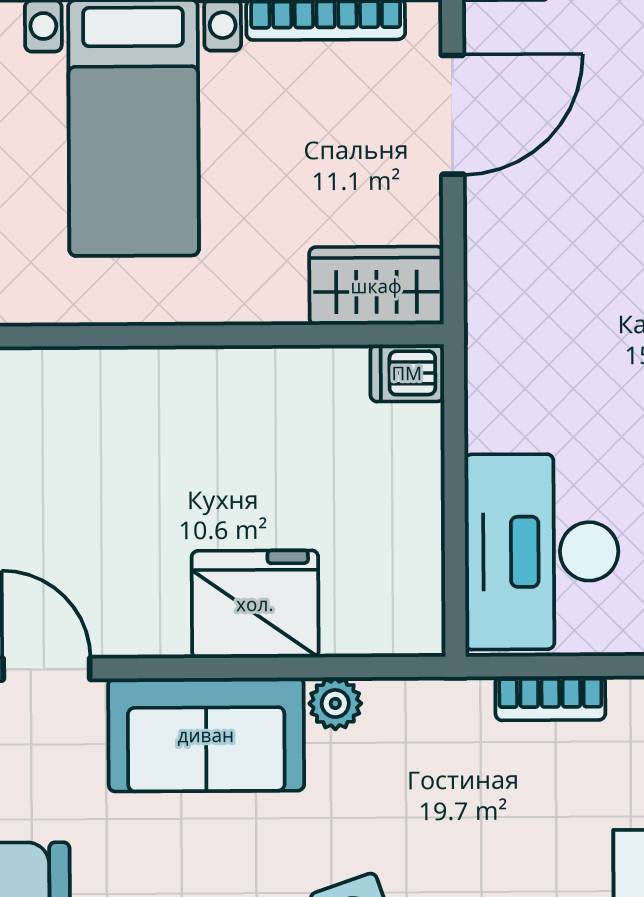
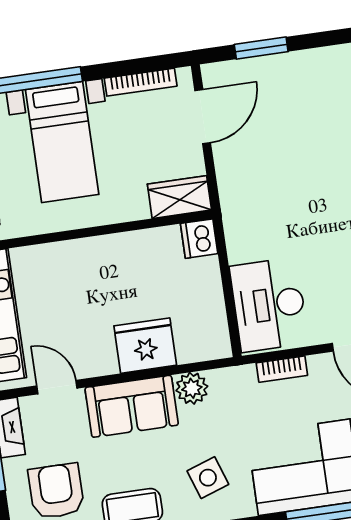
dishwasher: (407, 373) -> (199, 239), width x1.38
plant: (335, 703) -> (192, 388), width x1.38, depth x1.38

